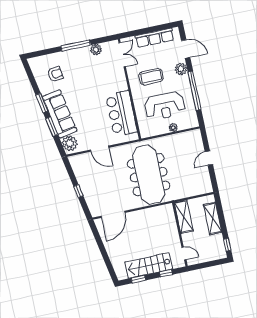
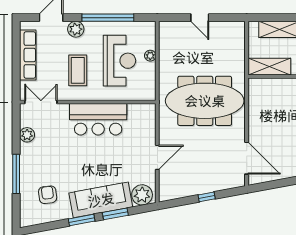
window: (76, 46) -> (16, 174), moved
bar counter: (121, 114) -> (98, 119), moved

